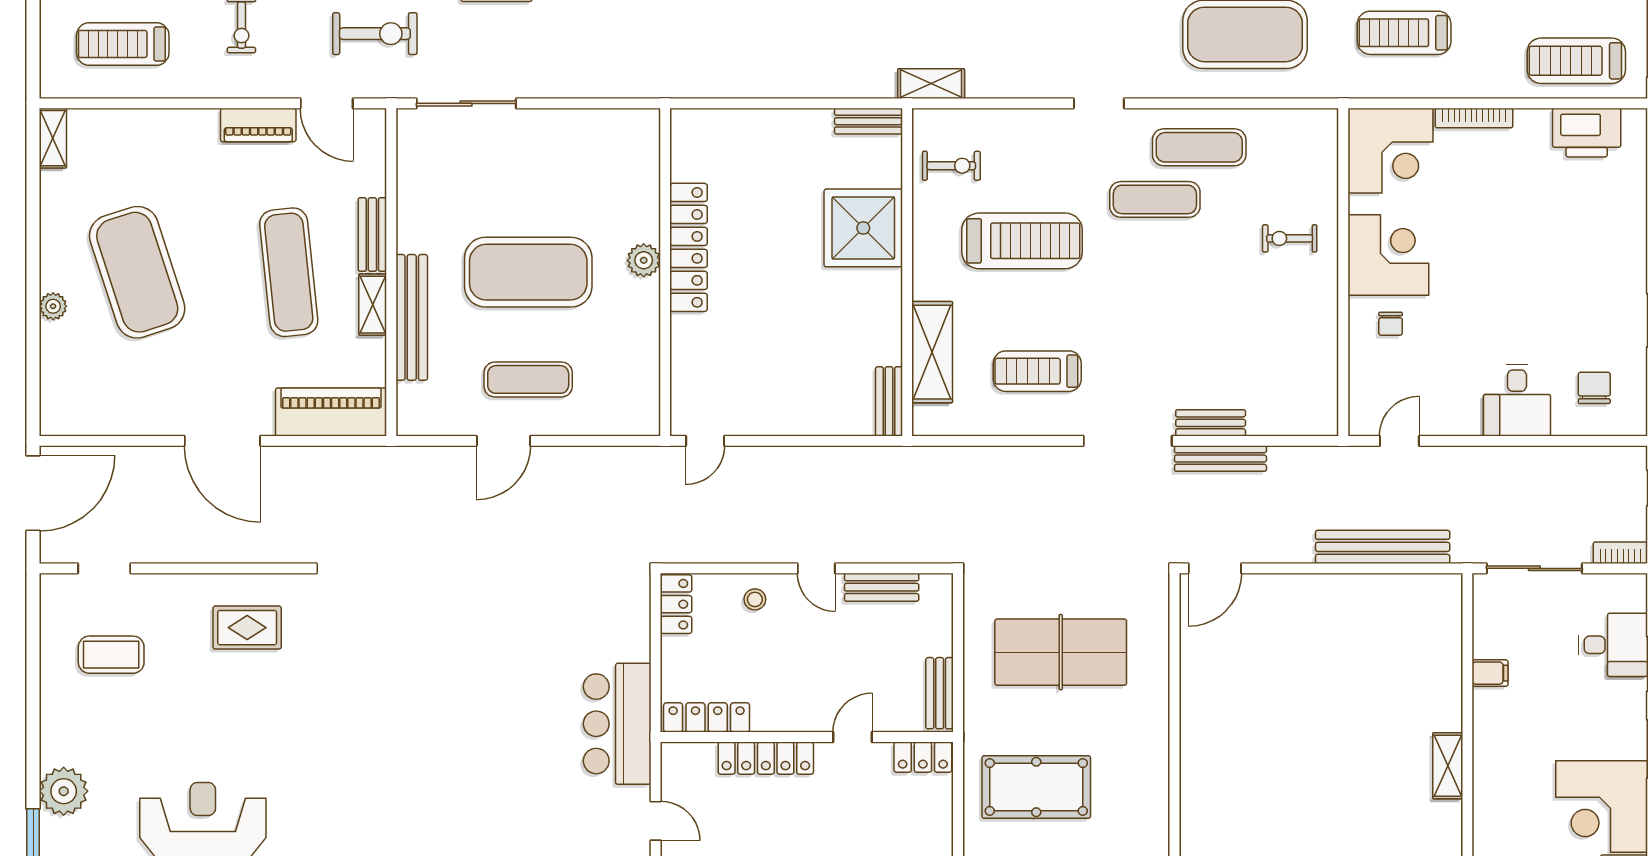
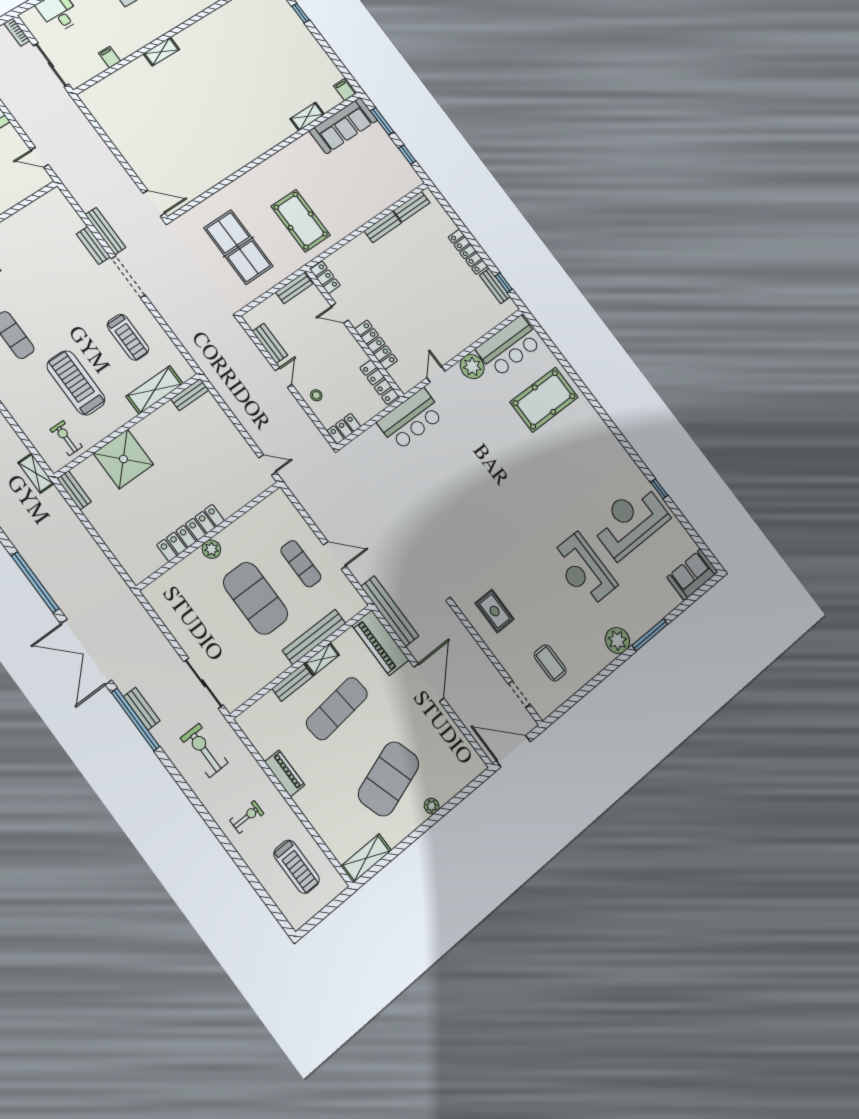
door: (327, 103) -> (252, 749), removed
shelving: (53, 138) -> (366, 858), width x1.50, depth x1.33
bench: (1383, 547) -> (390, 611), moved

